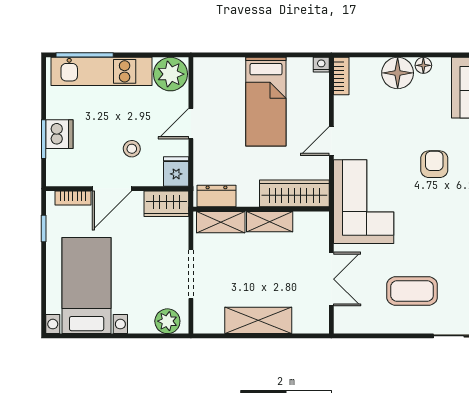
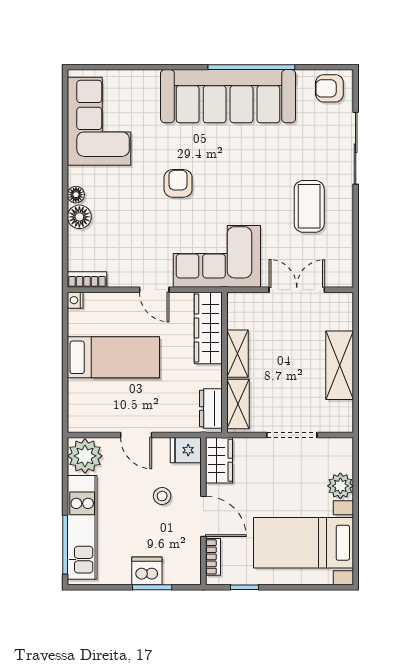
floor lamp: (398, 73) -> (79, 217), width x0.73, depth x0.73
armchair: (434, 164) -> (178, 183), turned 90
plant: (167, 321) -> (340, 486), moved

